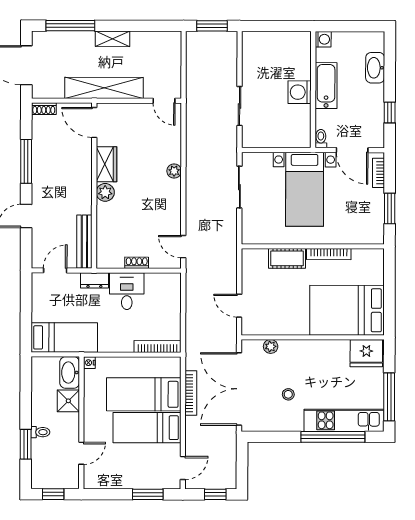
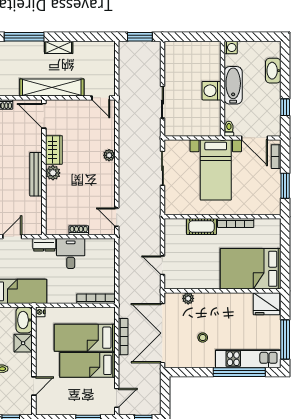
bench: (84, 242) -> (36, 174), moved

